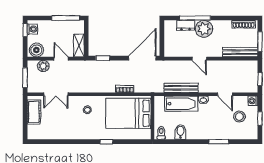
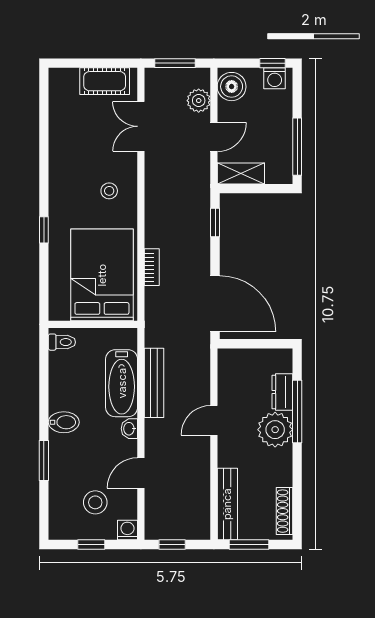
bidet: (181, 132) -> (64, 422), moved

